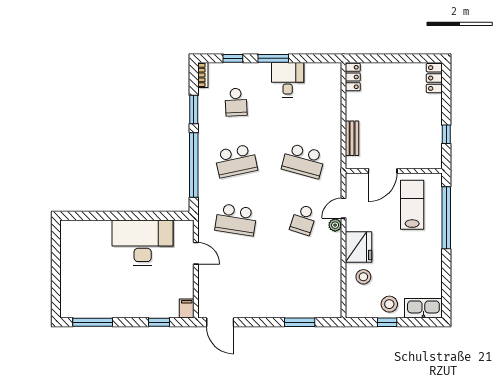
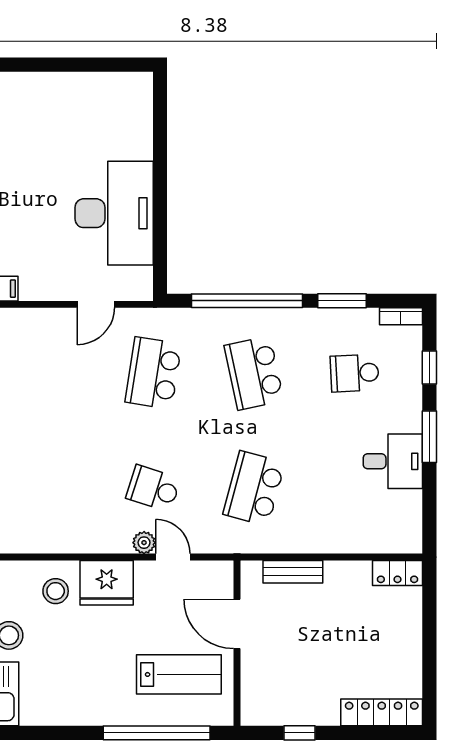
locker: (434, 78) -> (382, 712), width x1.53

